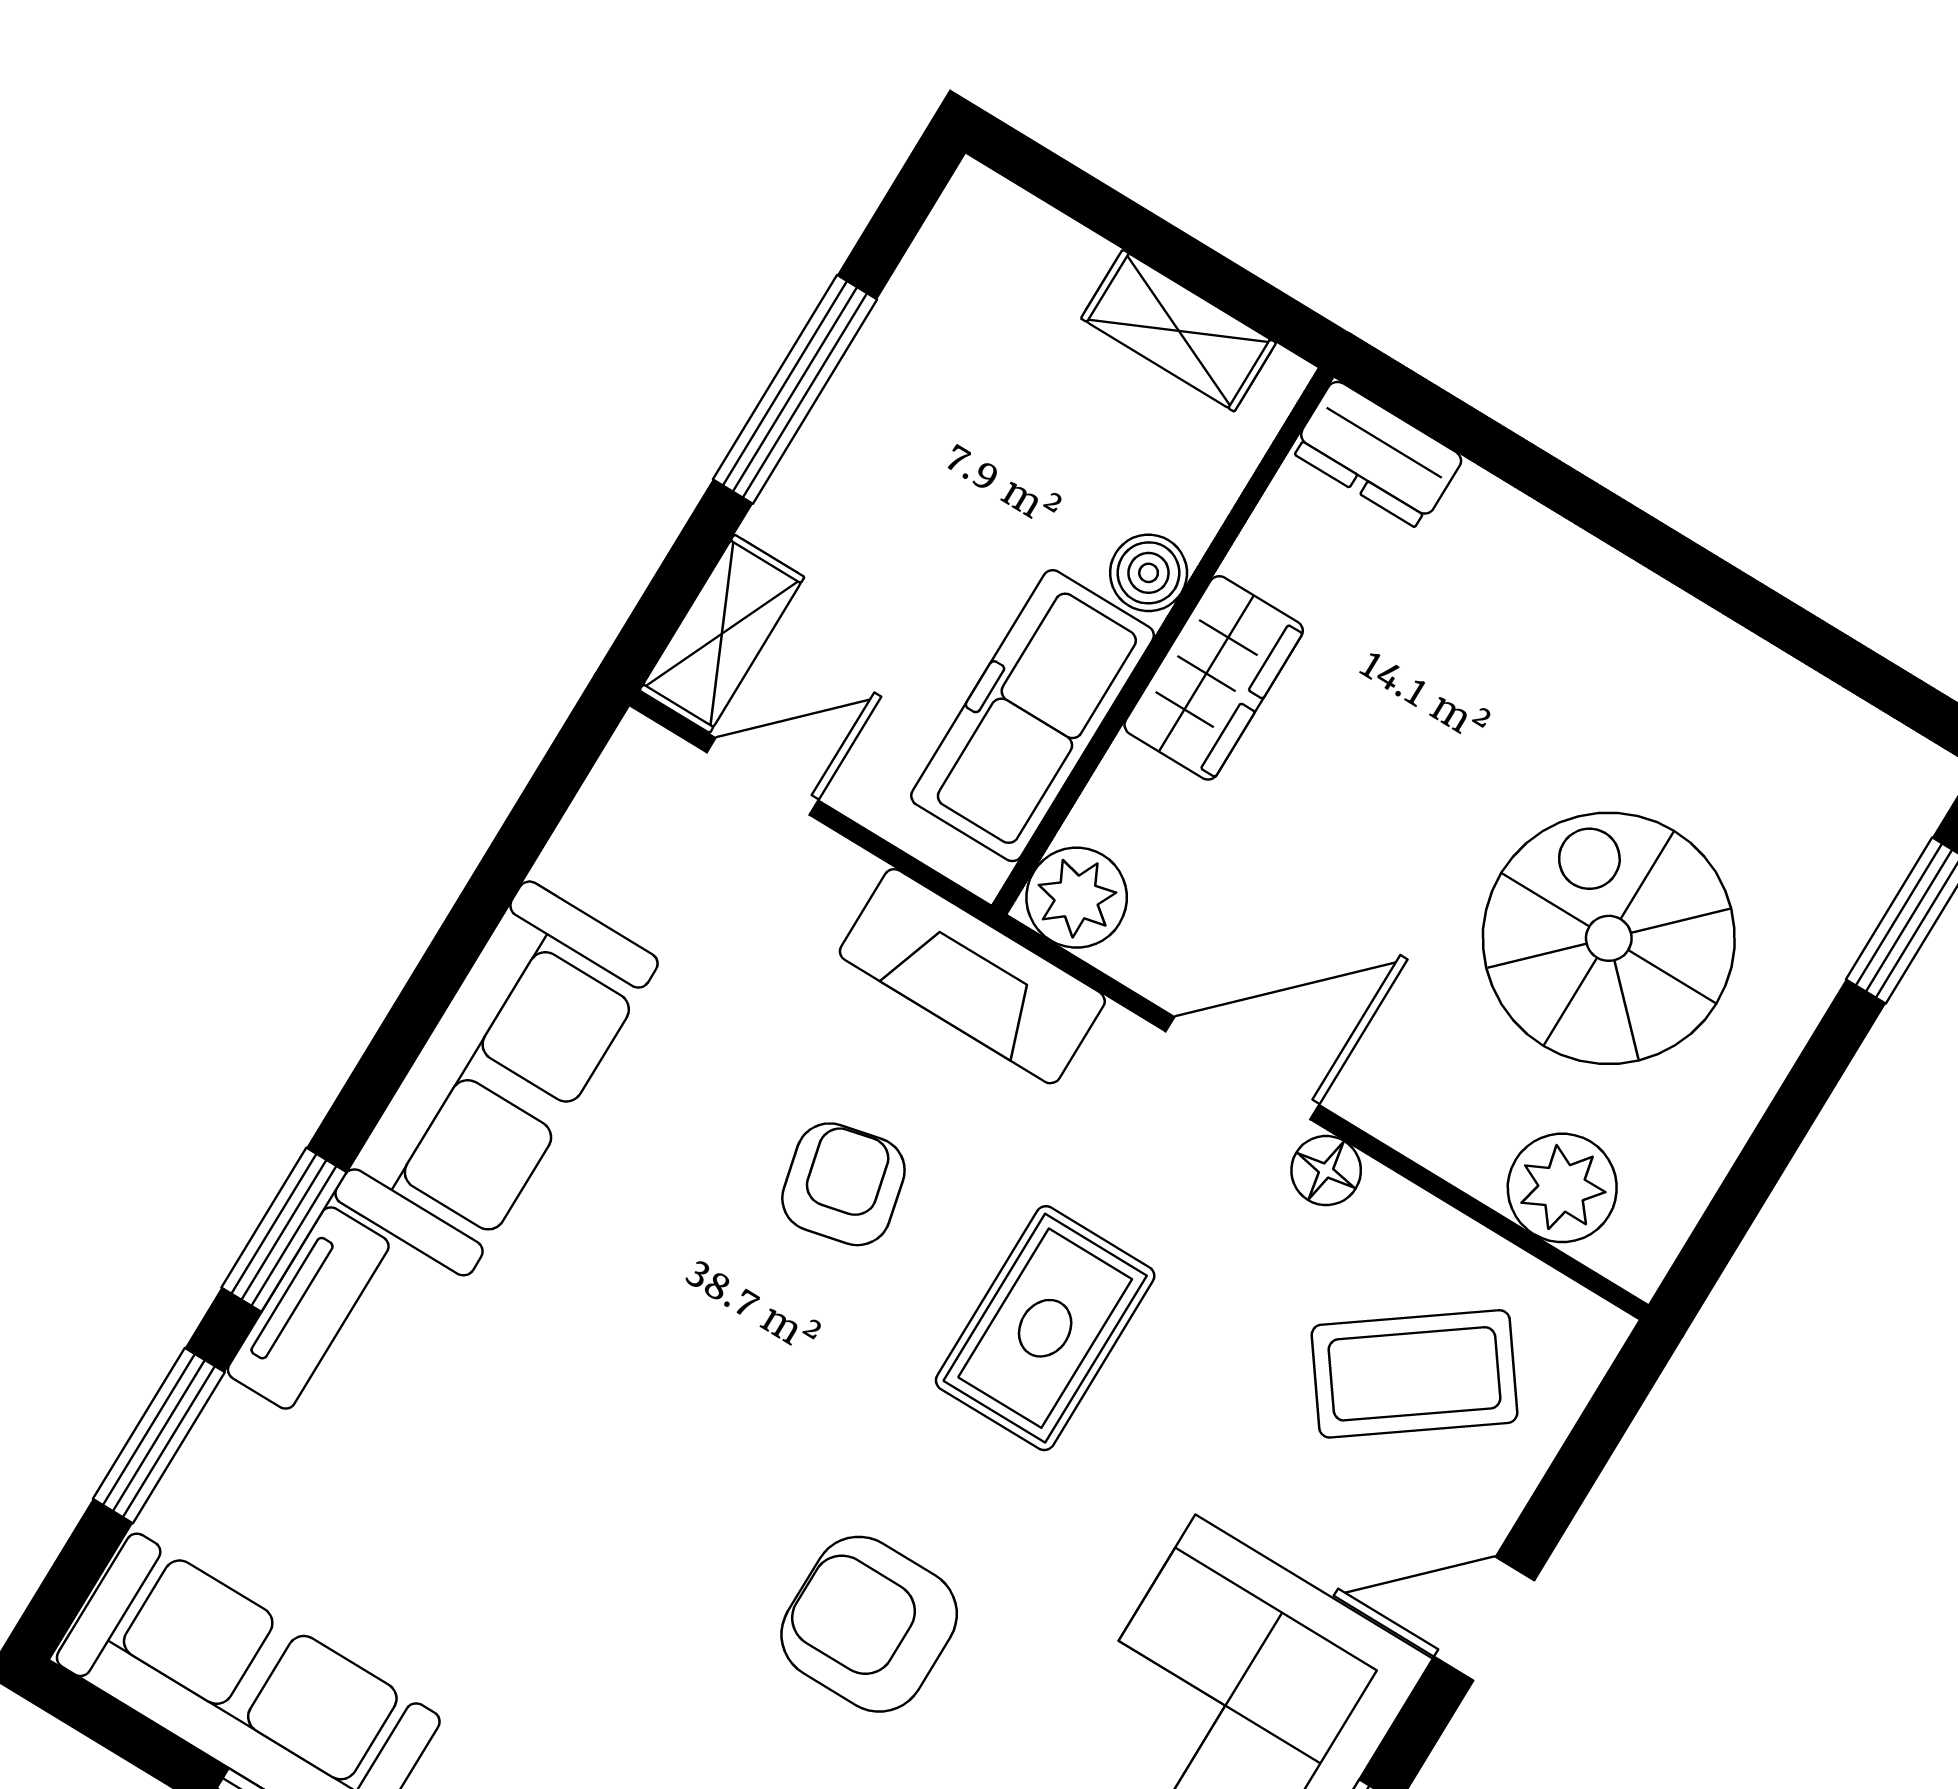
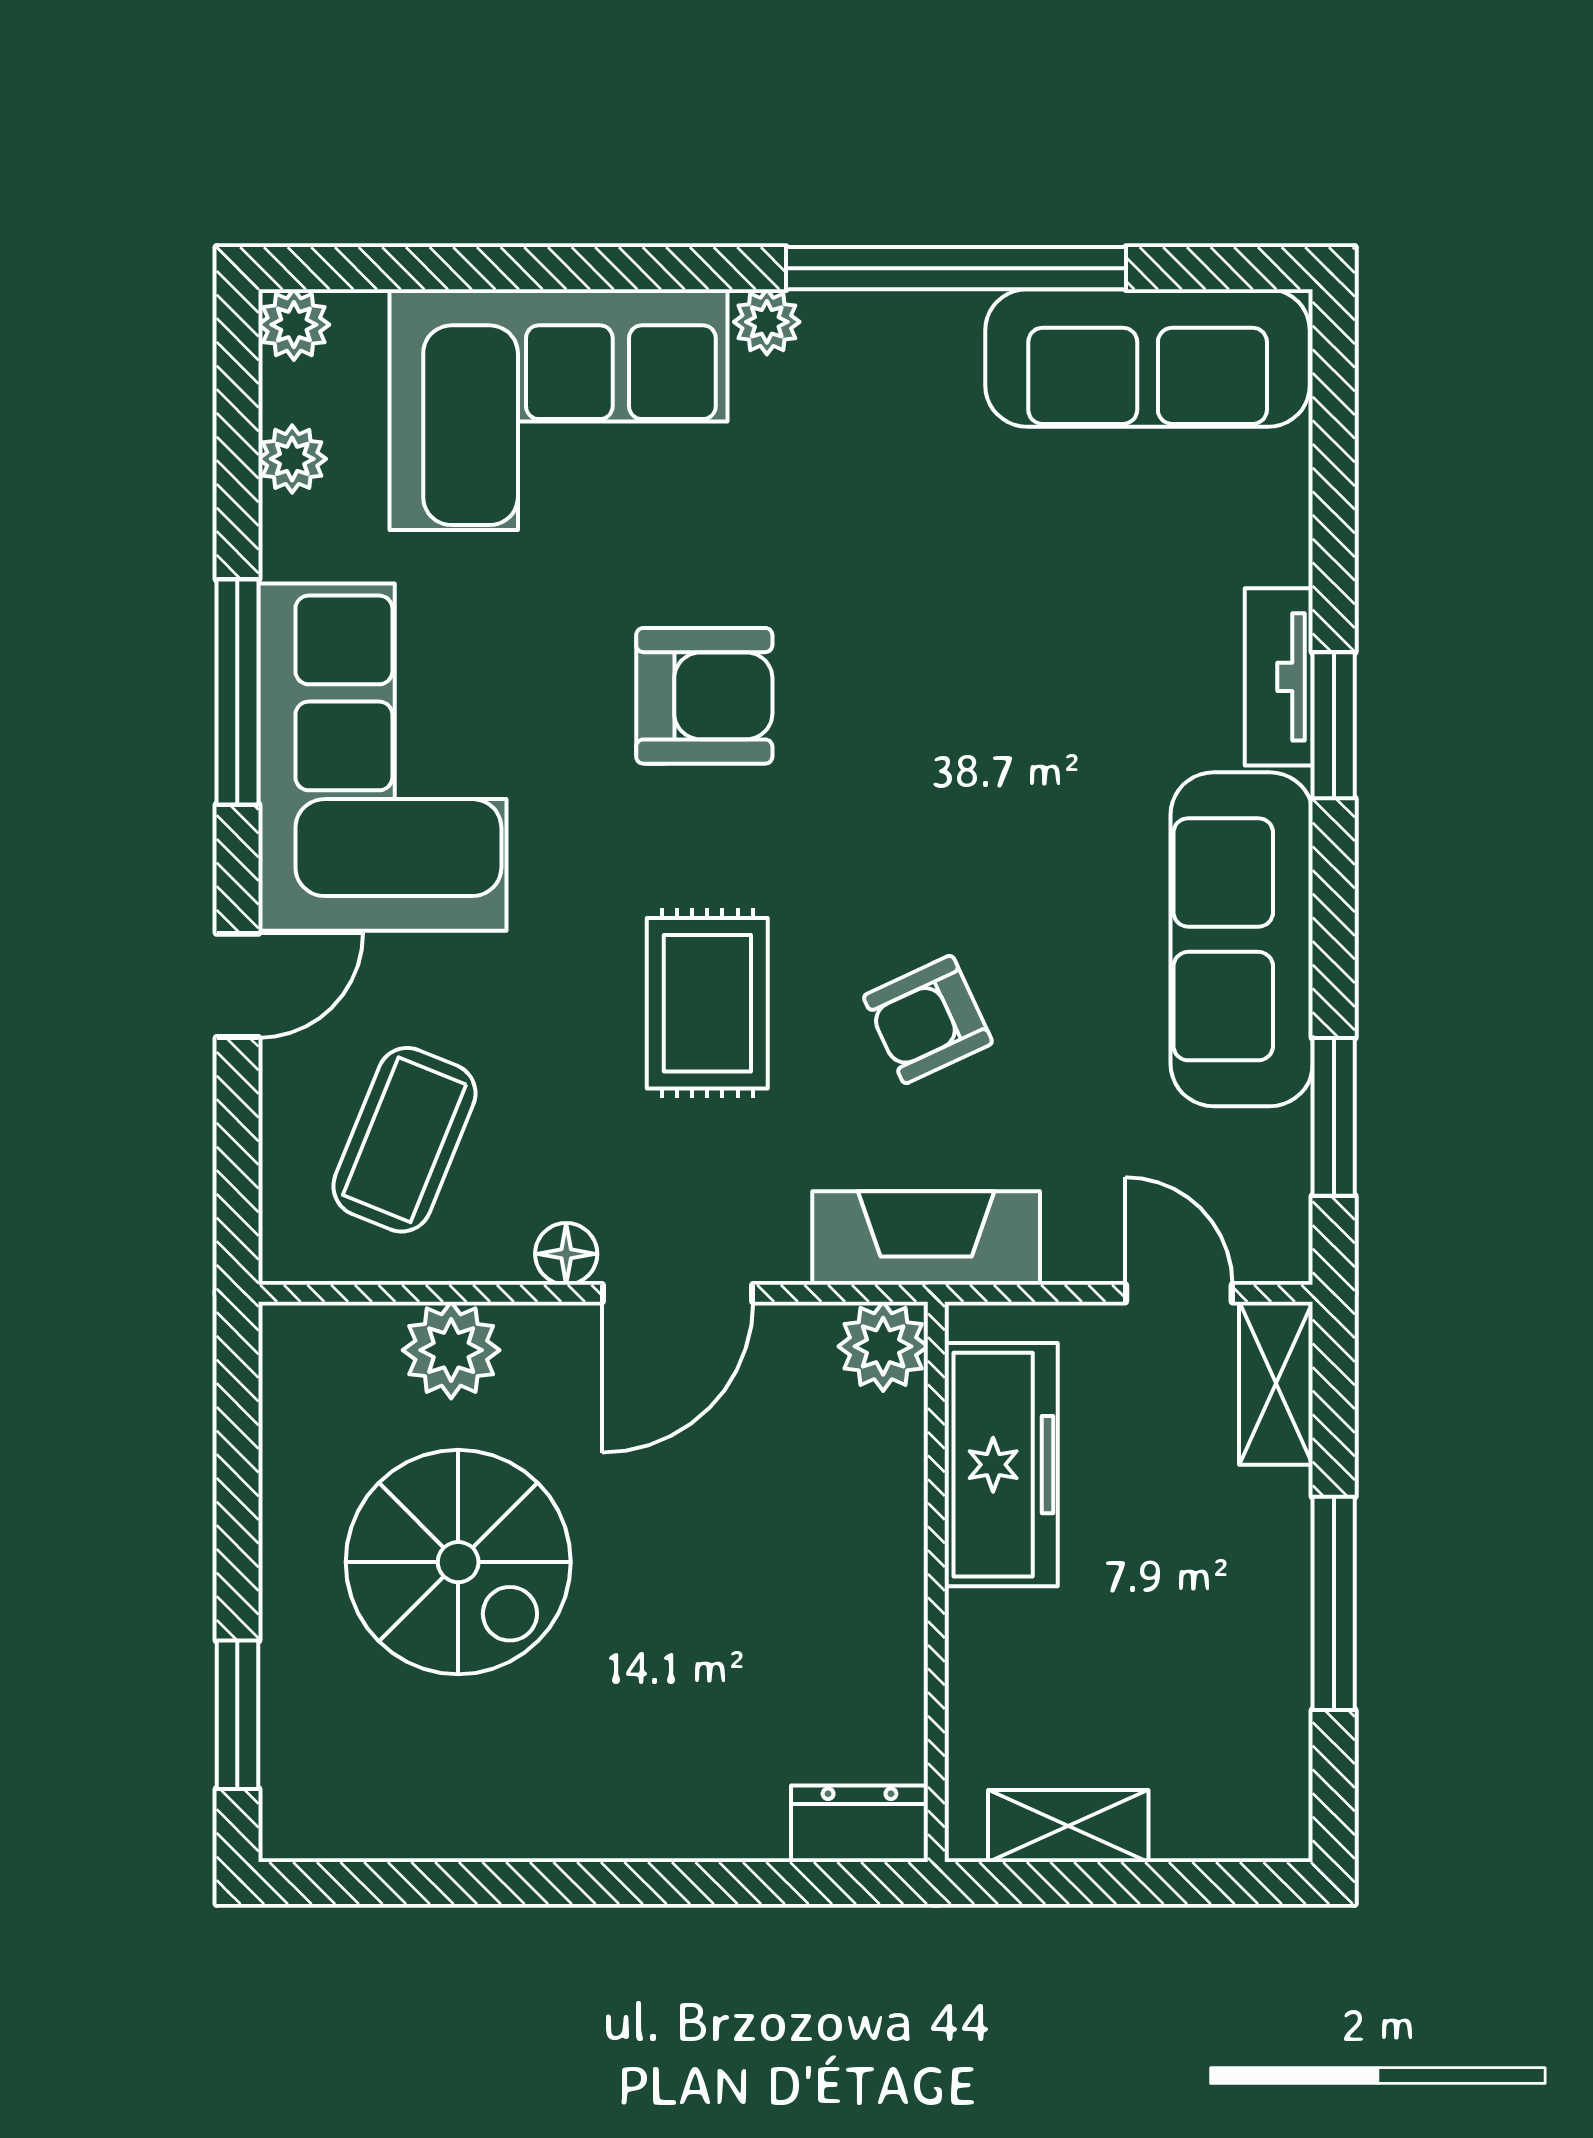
boiler: (1149, 573) -> (979, 1627), removed
wardrobe: (1214, 678) -> (880, 1577), removed
door: (763, 776) -> (1179, 1293), swing flipped
armchair: (843, 1184) -> (928, 1019), turned 78
plant: (1562, 1188) -> (451, 1350), moved
coffee table: (1414, 1374) -> (404, 1140), turned -32
window: (159, 1436) -> (1334, 1117), moved

